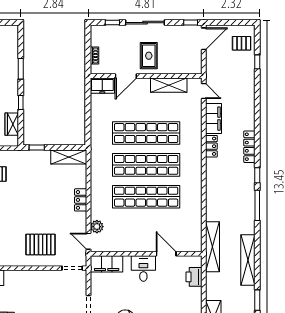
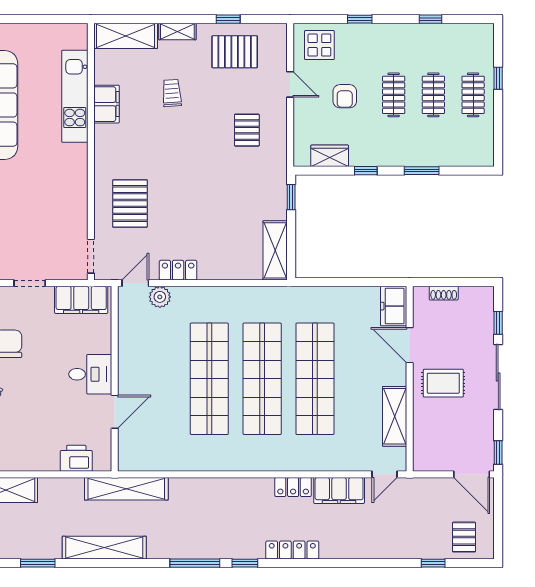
locker: (81, 200) -> (178, 270), moved
filing cabinet: (107, 264) -> (81, 300), moved, turned -90

